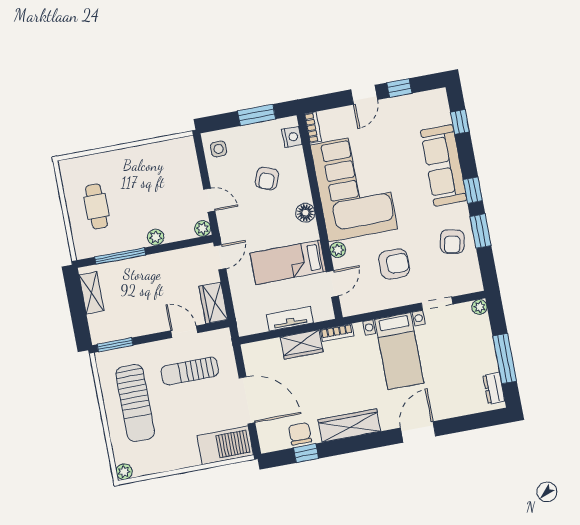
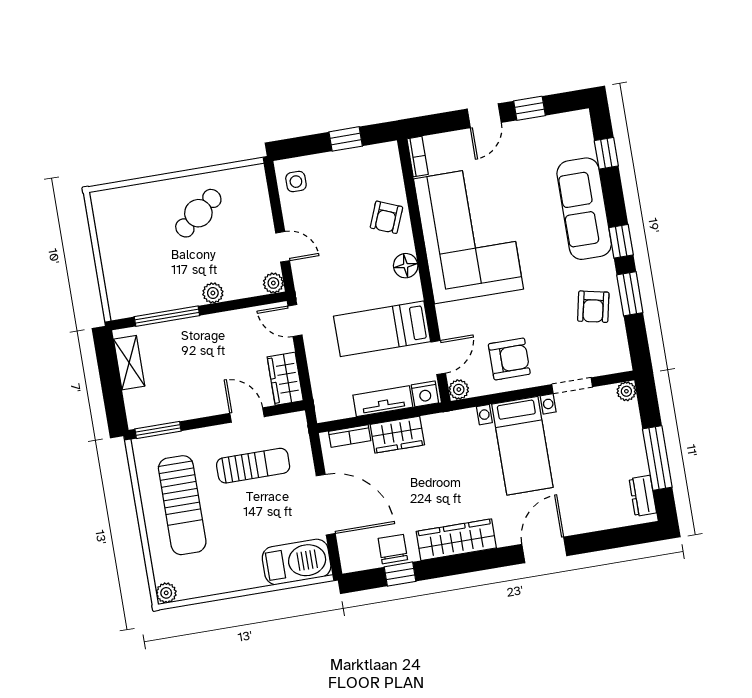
window: (257, 115) -> (346, 139), width x0.67
nightstand: (292, 137) -> (425, 394), moved, turned 90
armchair: (267, 178) -> (386, 217), moved
cafe table: (97, 206) -> (198, 213), moved, turned 52
plant: (338, 250) -> (459, 389), moved
door: (220, 257) -> (295, 321), swing flipped
armchair: (394, 264) -> (509, 359), moved
bookcase: (337, 333) -> (350, 436), moved
sun lounger: (190, 371) -> (253, 466), turned 180

